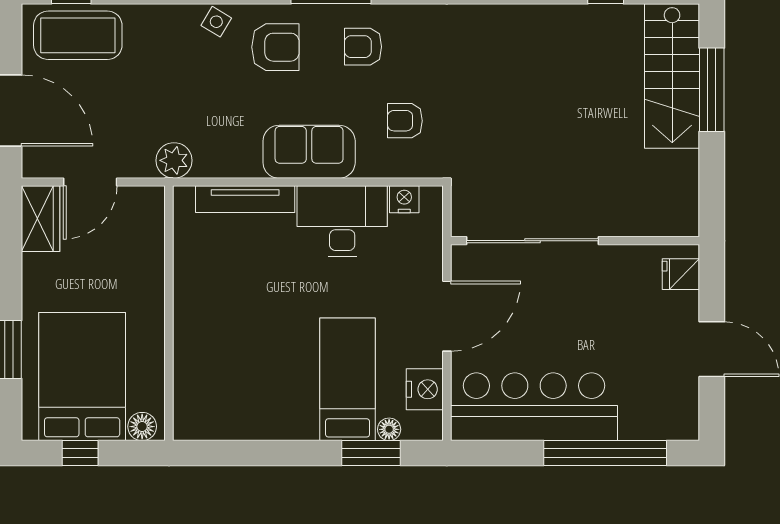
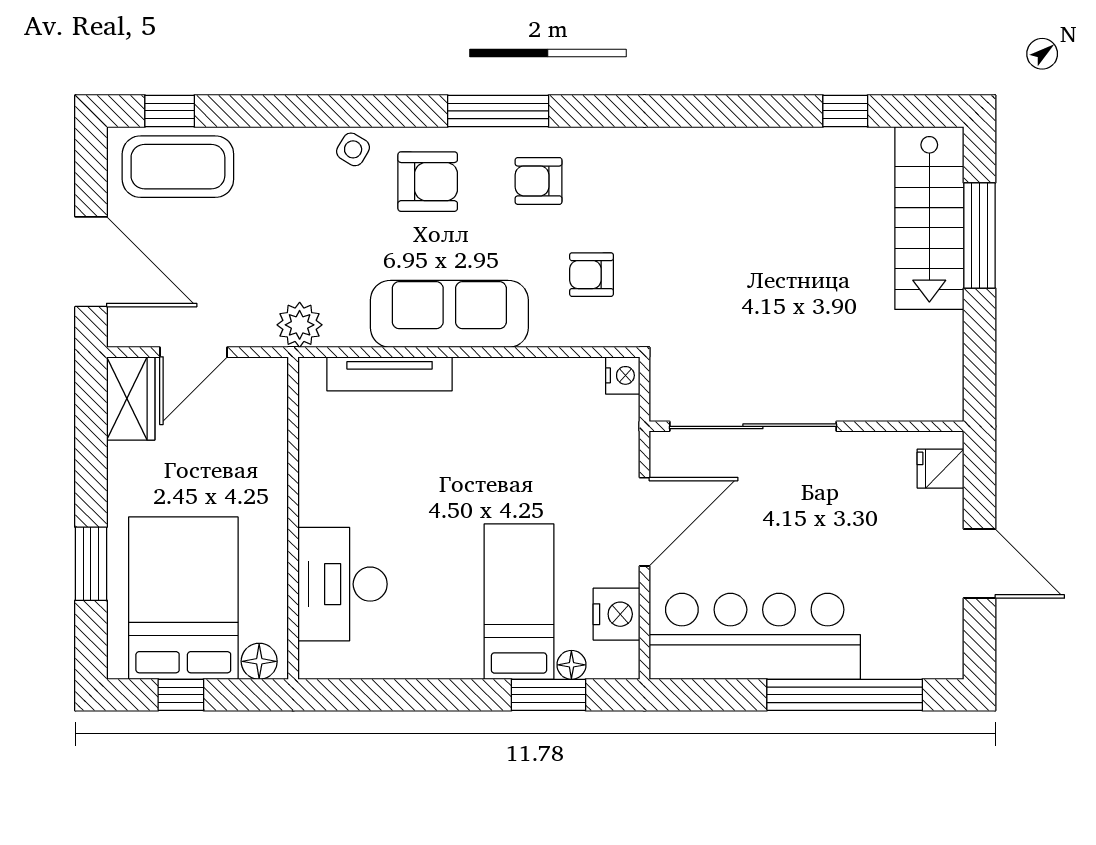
sofa: (309, 152) -> (449, 314), width x1.36
nightstand: (404, 199) -> (623, 375), moved, turned 90
desk: (342, 221) -> (342, 584), moved, turned -90

